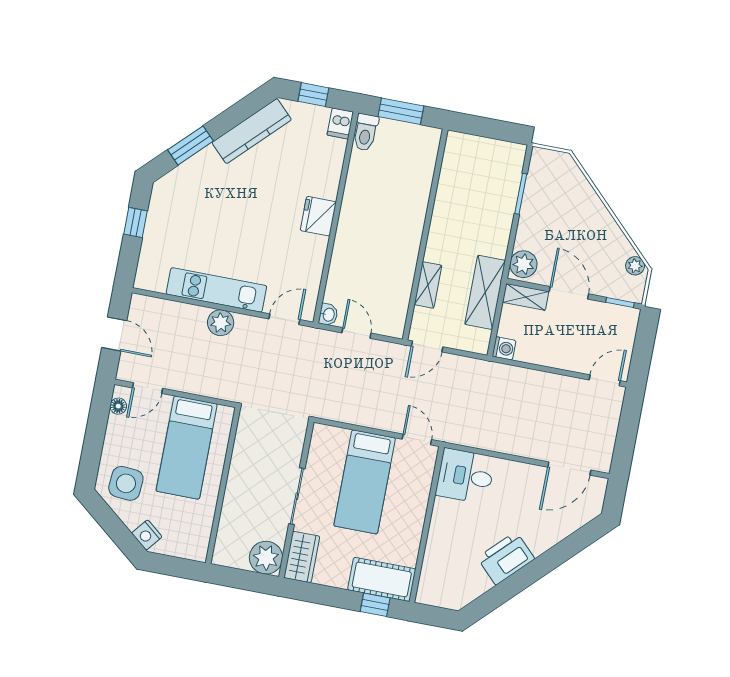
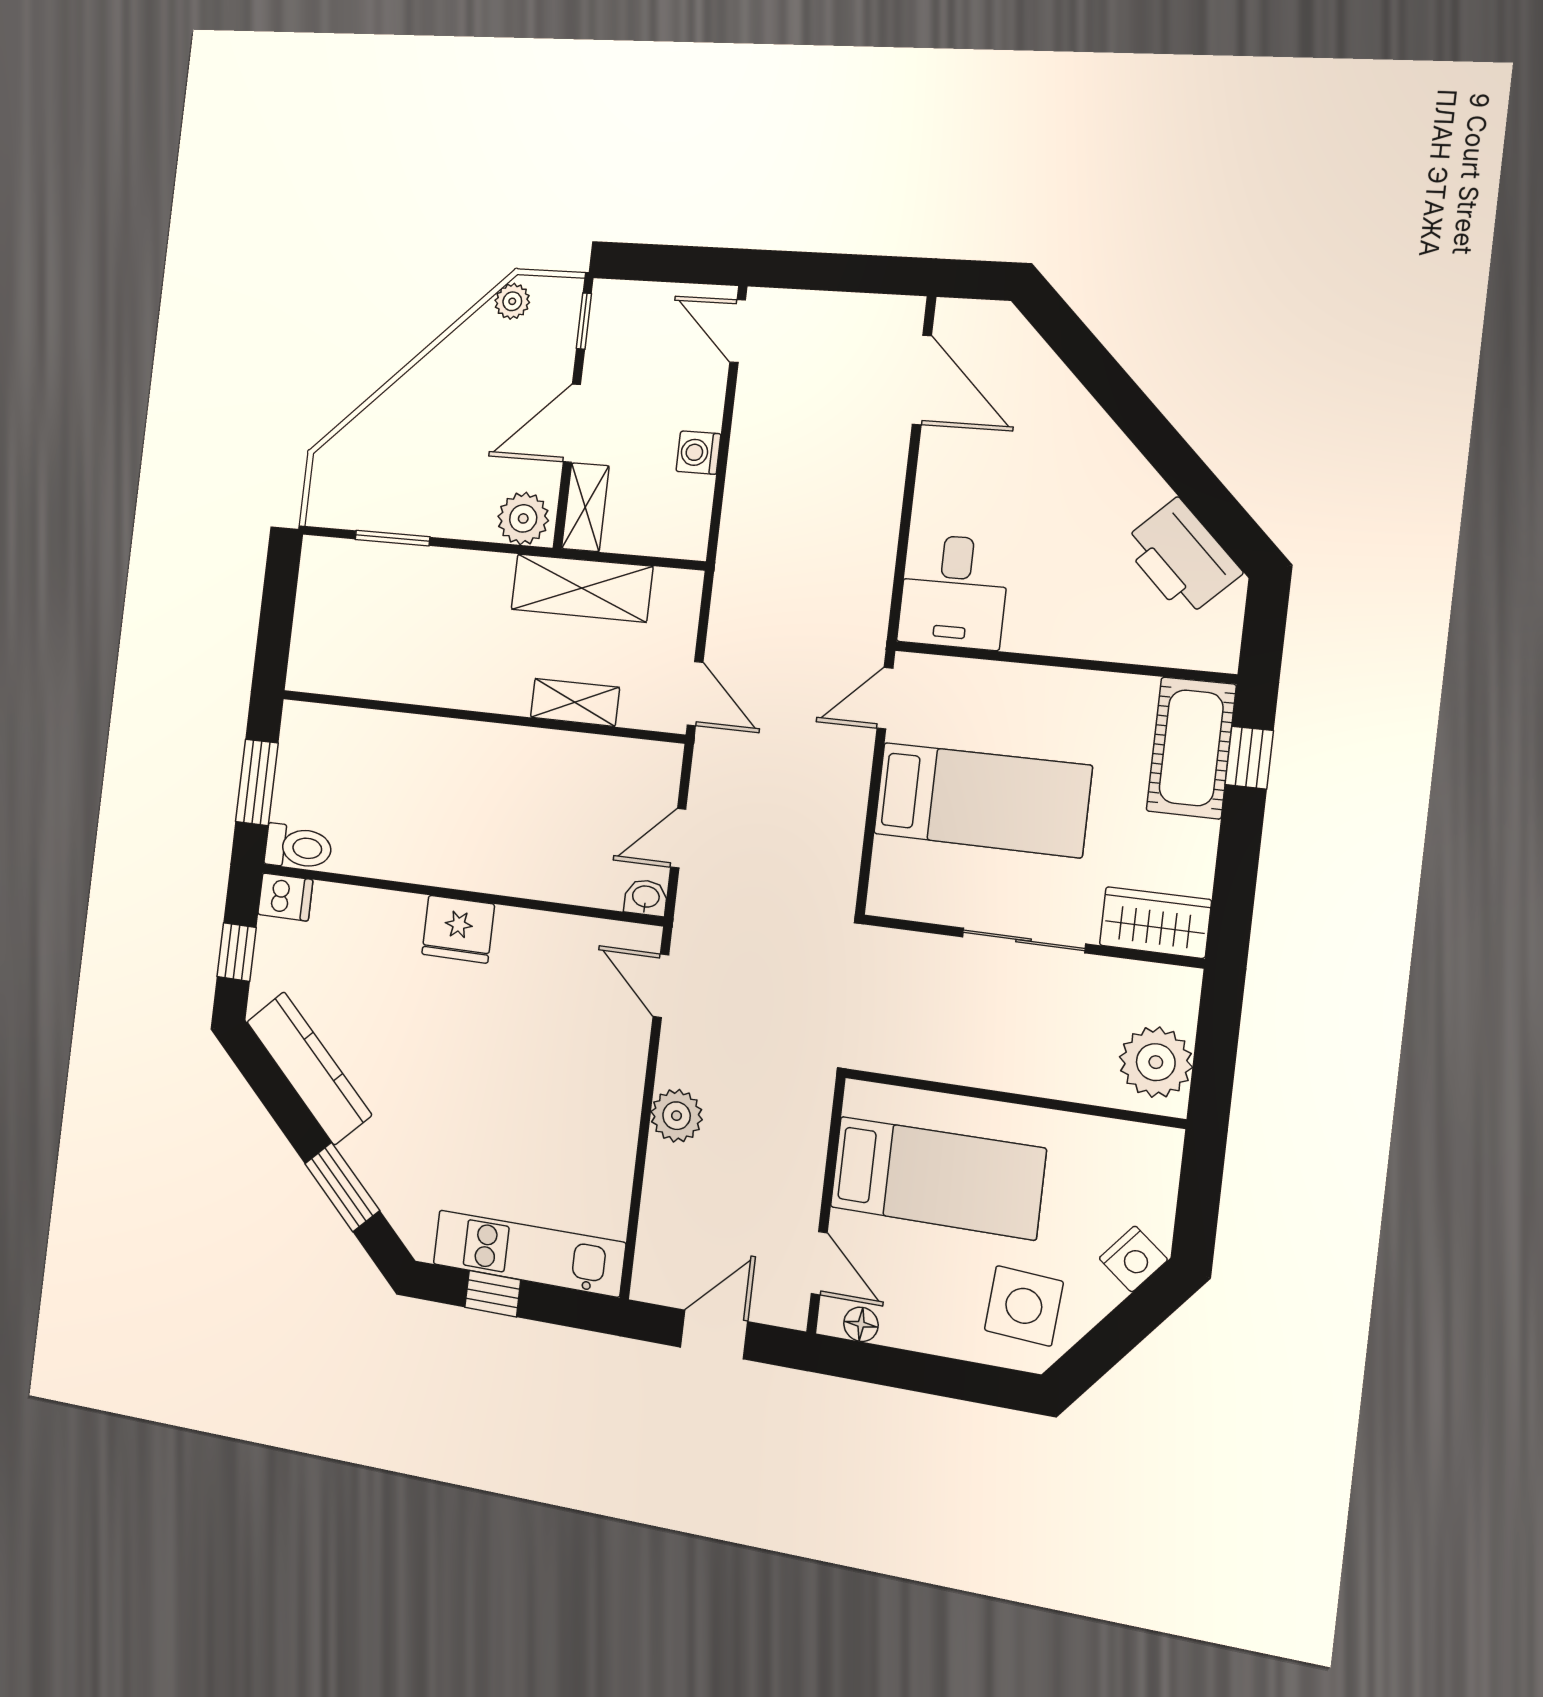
kitchen unit: (216, 290) -> (529, 1253), moved, turned 90
washing machine: (504, 348) -> (698, 453), moved, turned -90
plant: (266, 558) -> (1156, 1062), moved
printer: (506, 558) -> (1181, 558), moved

